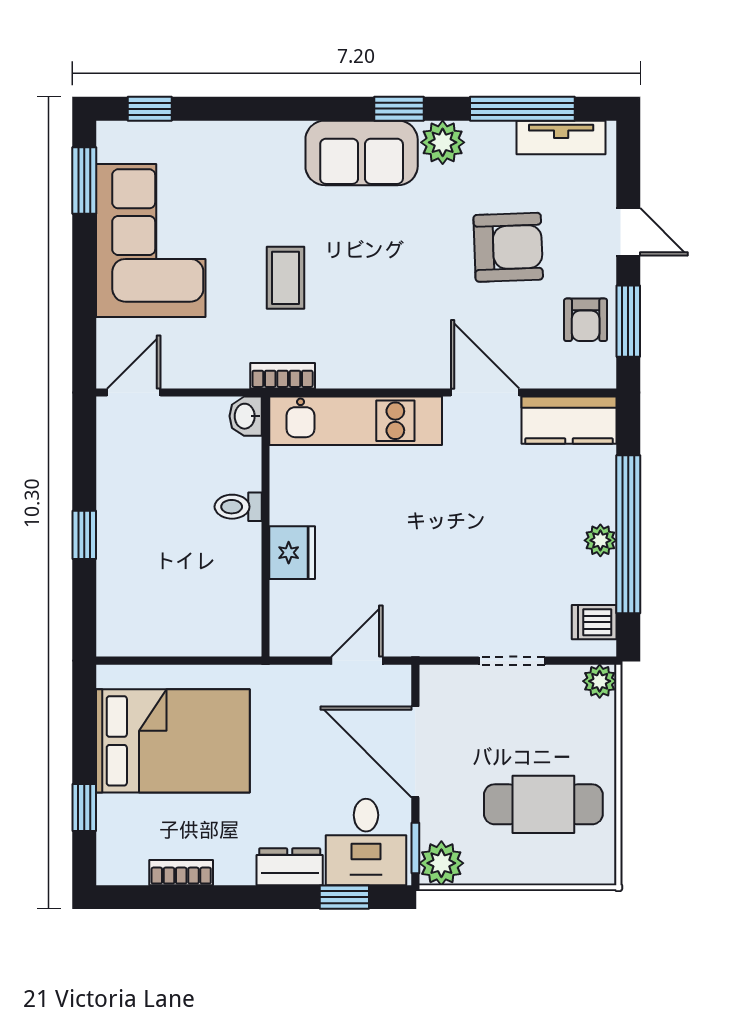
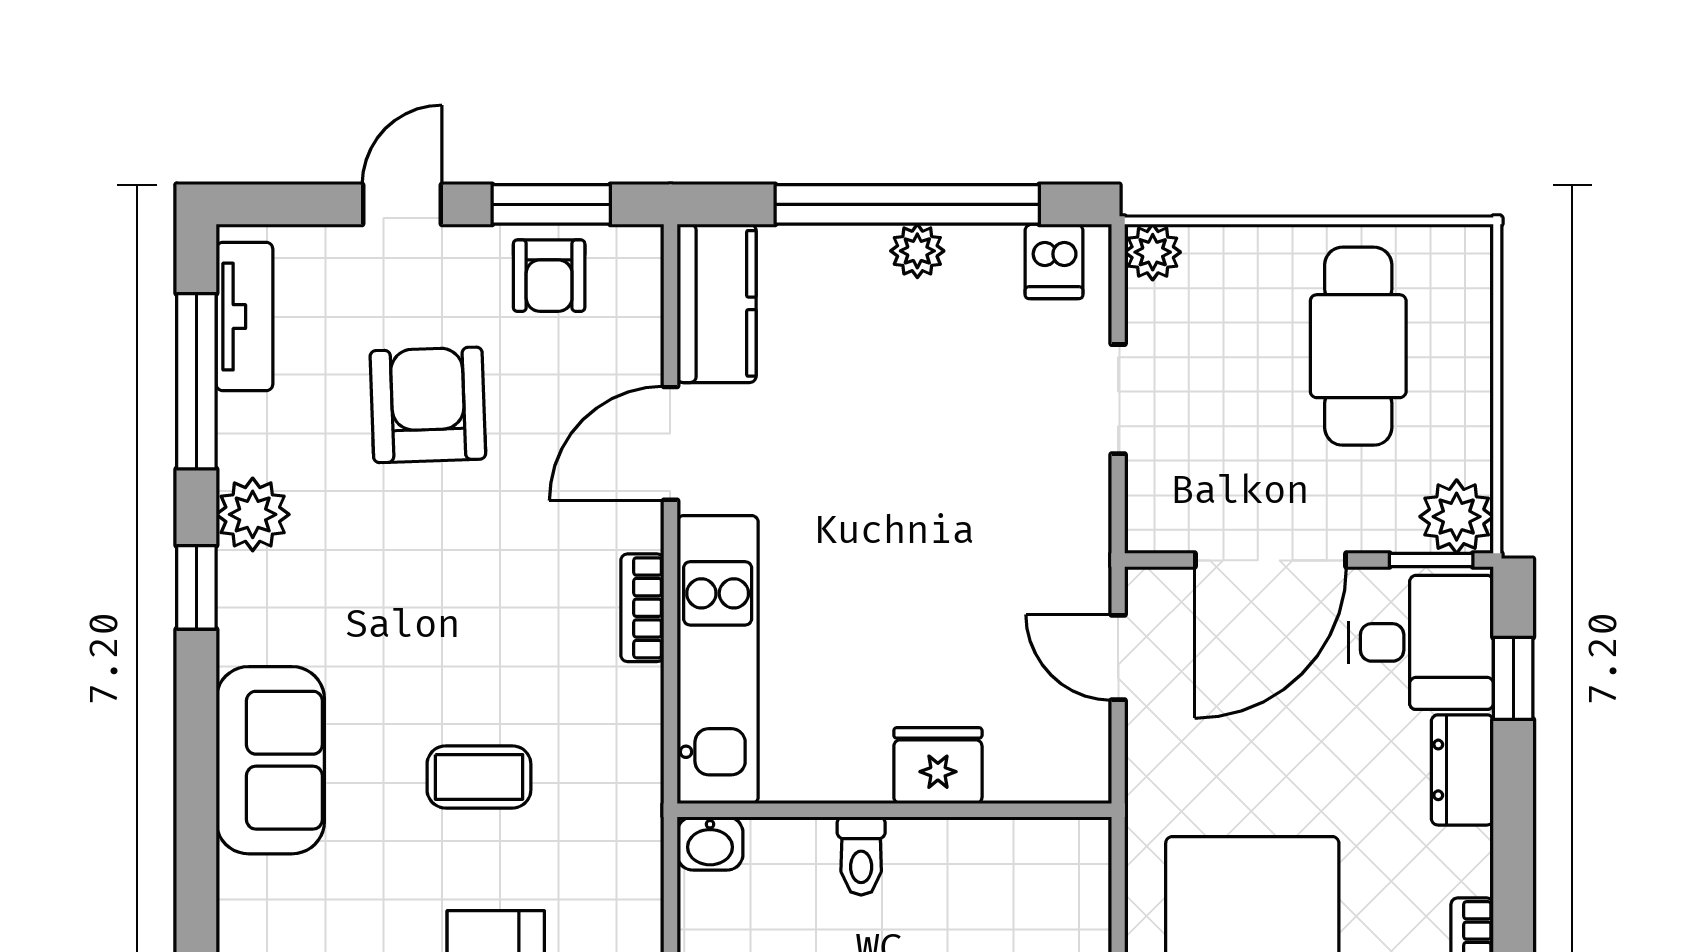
sofa: (362, 153) -> (270, 760), moved
armchair: (586, 320) -> (549, 276), turned 90
bookcase: (283, 376) -> (642, 608), moved

